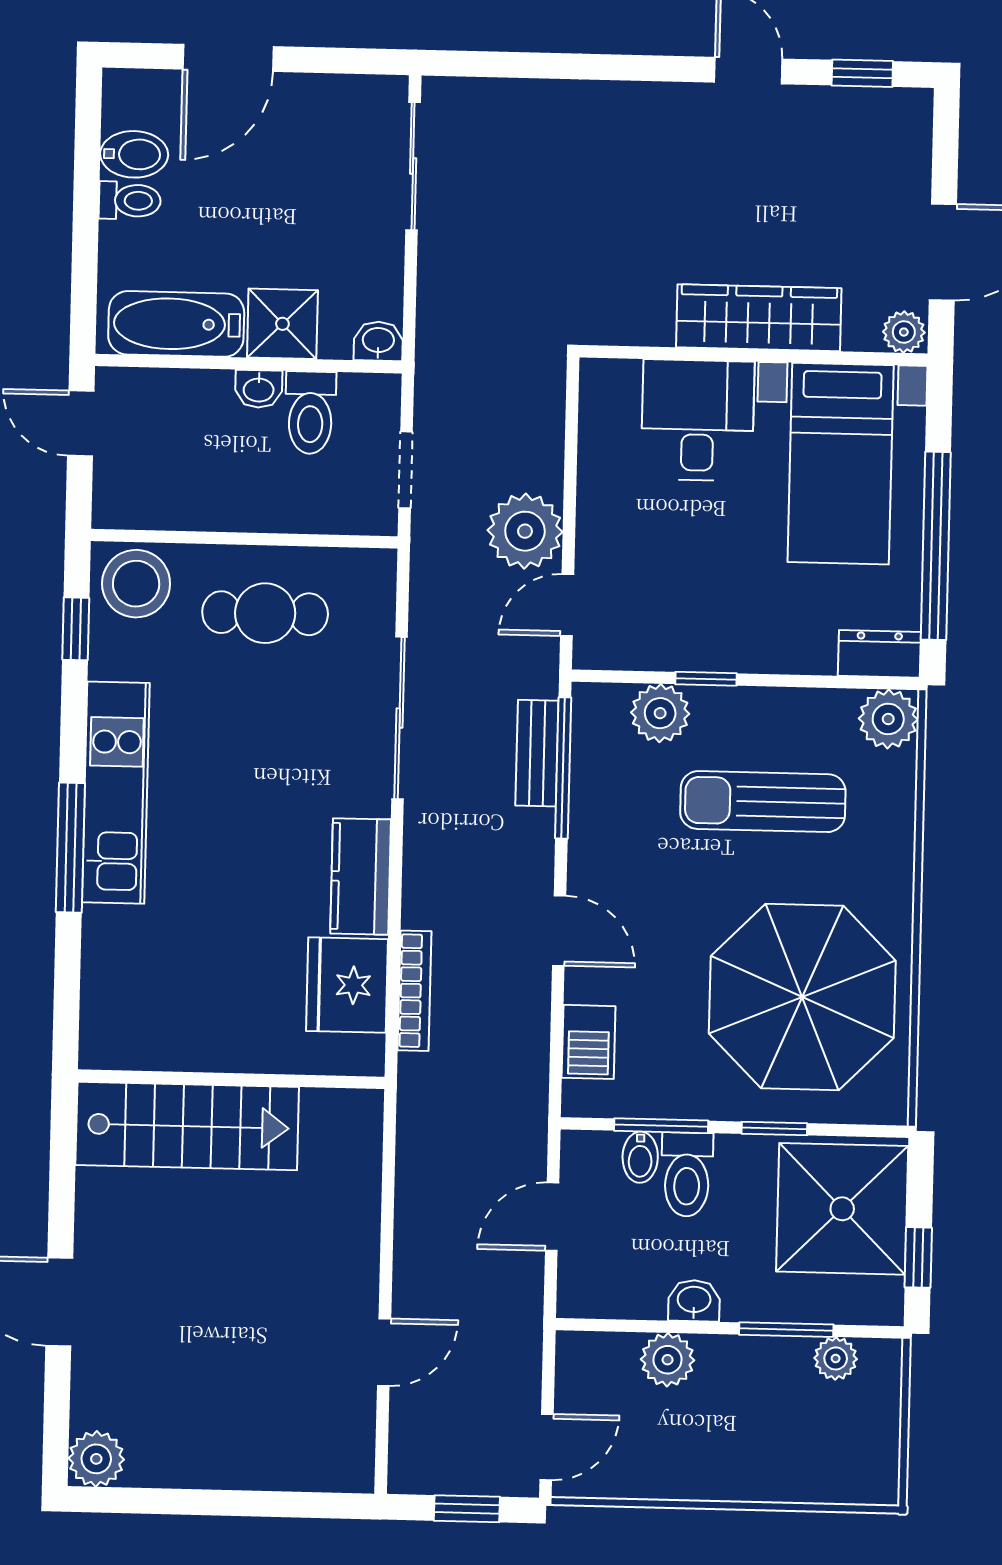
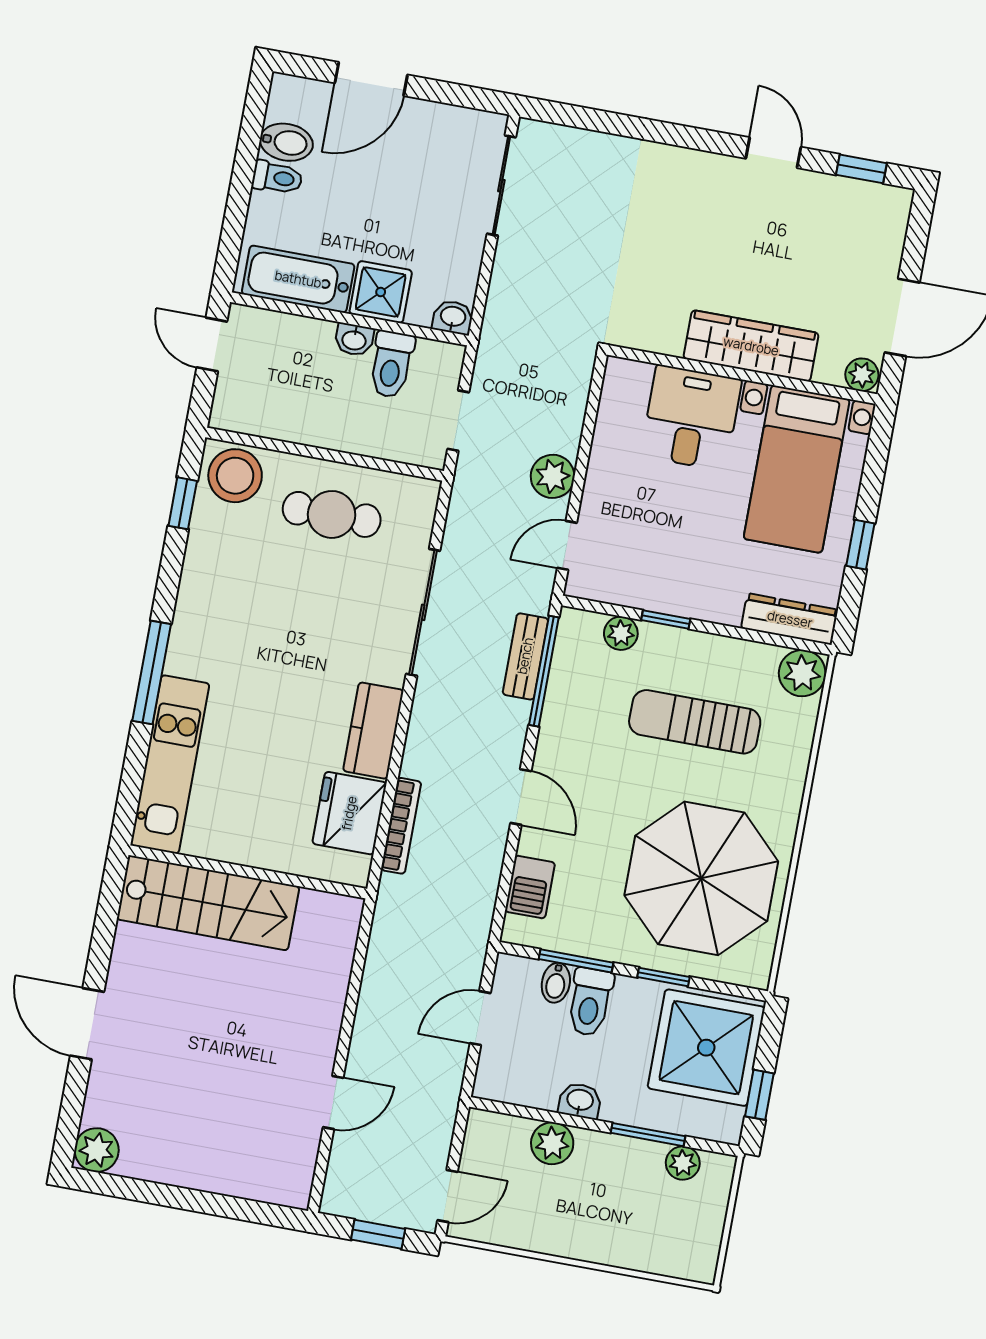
plant: (525, 531) -> (553, 476), width x0.73, depth x0.73
window: (936, 546) -> (860, 545), width x0.32
dresser: (879, 654) -> (790, 619), width x1.44
plant: (660, 713) -> (621, 633), width x0.73, depth x0.73
kitchen unit: (116, 793) -> (170, 764), moved

